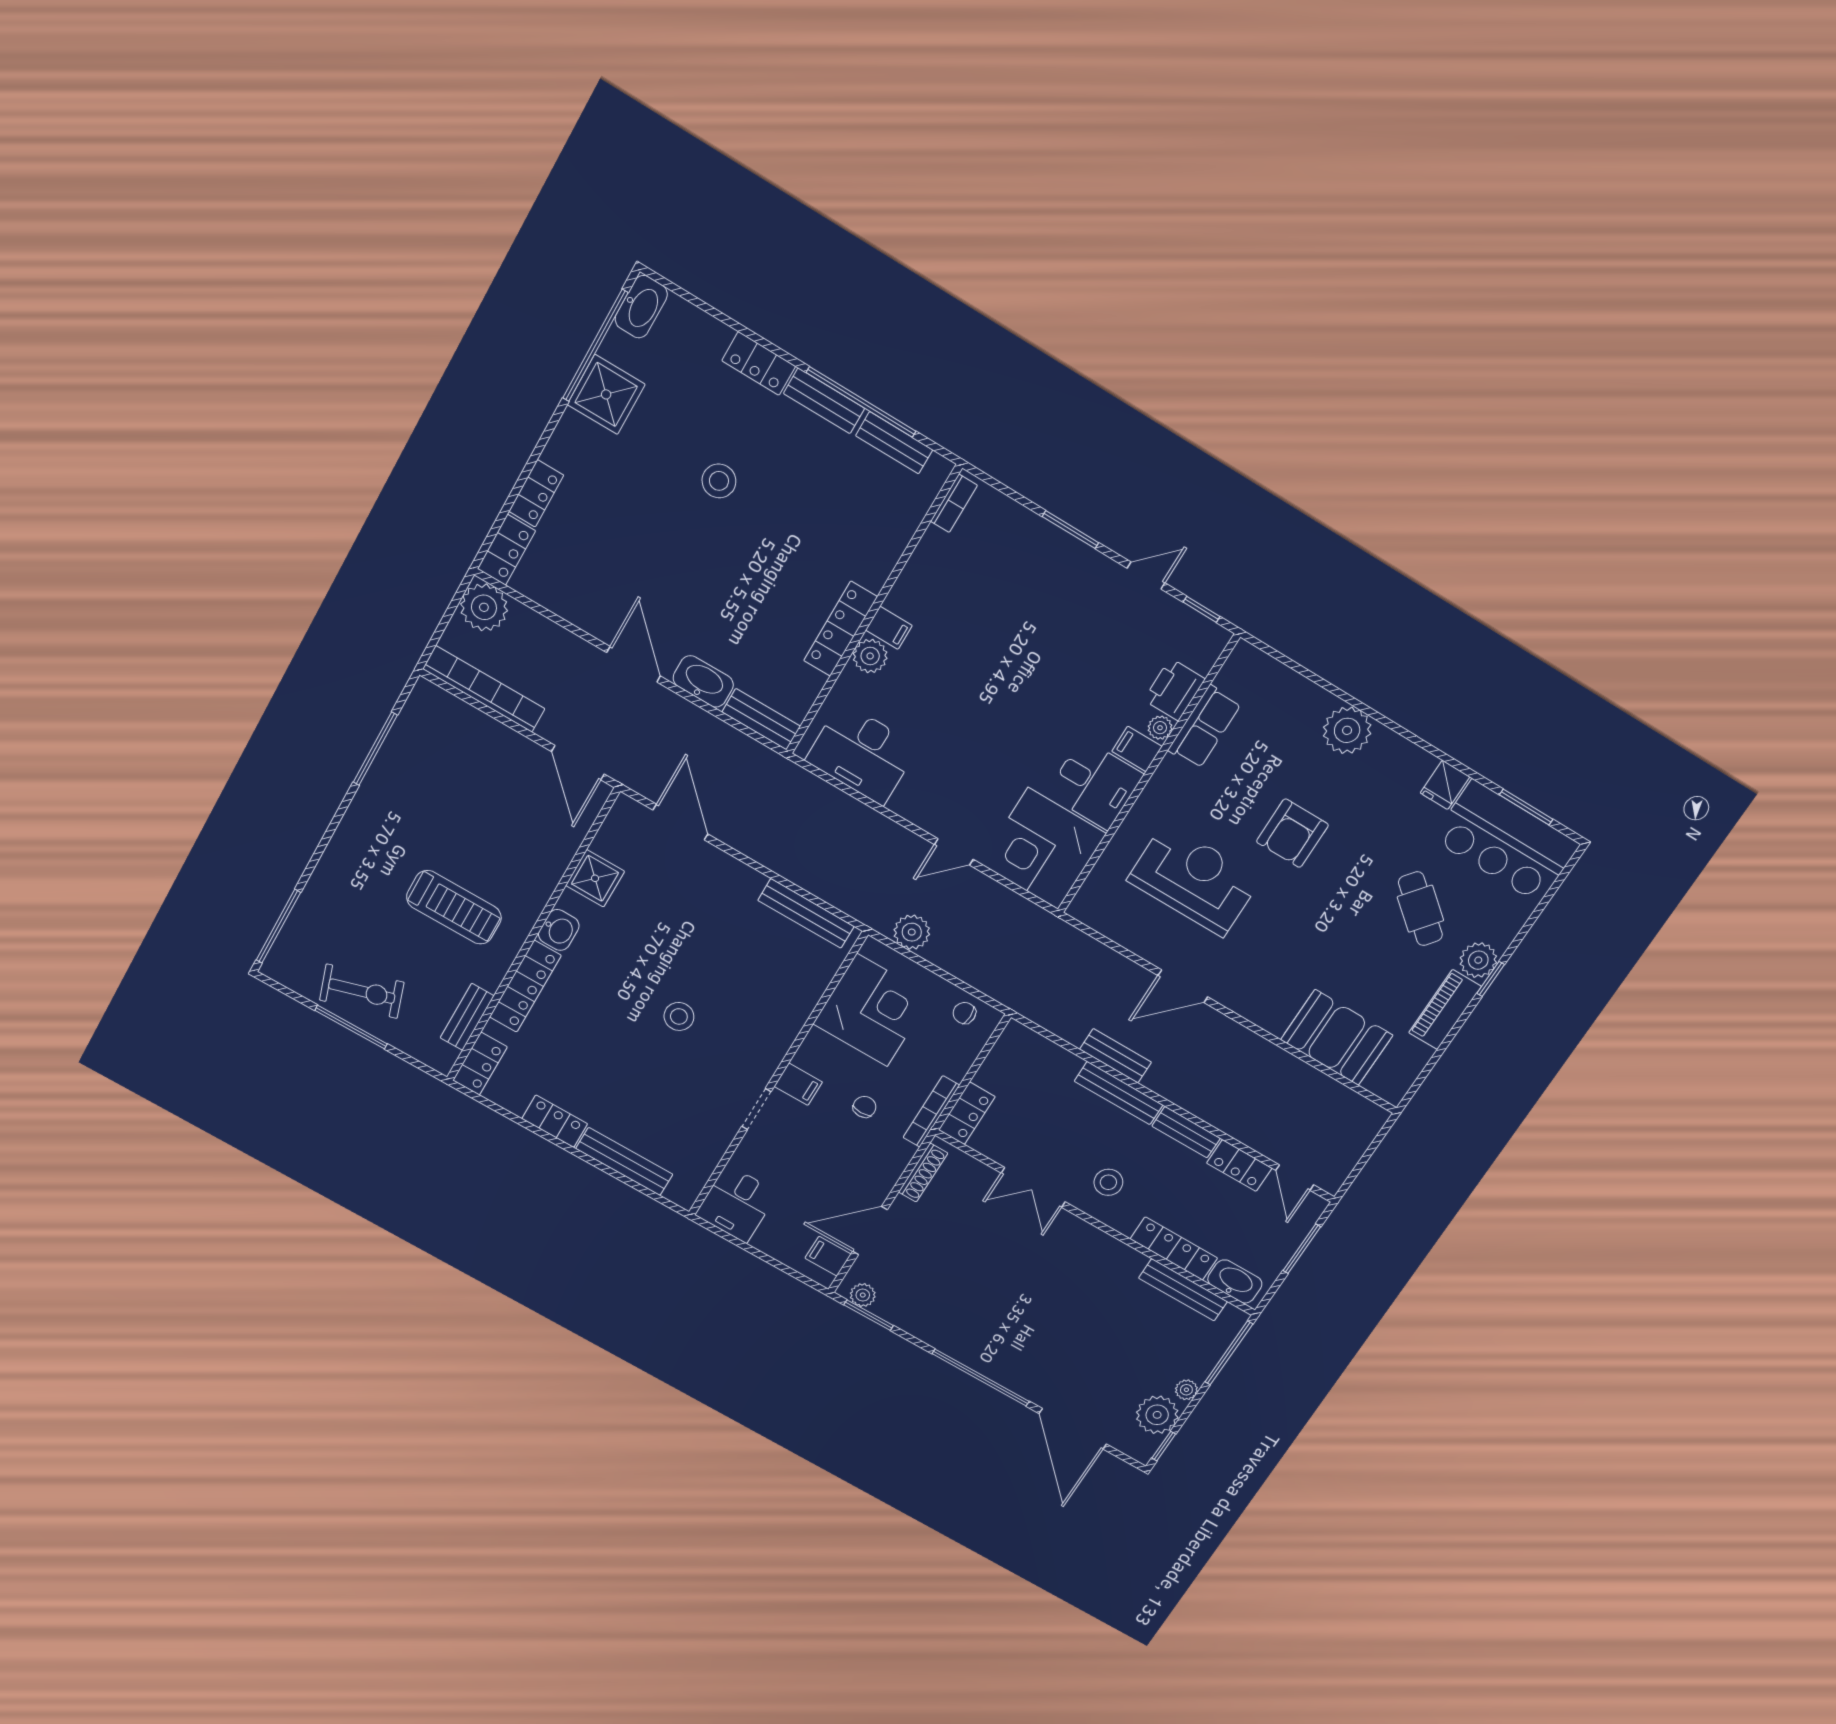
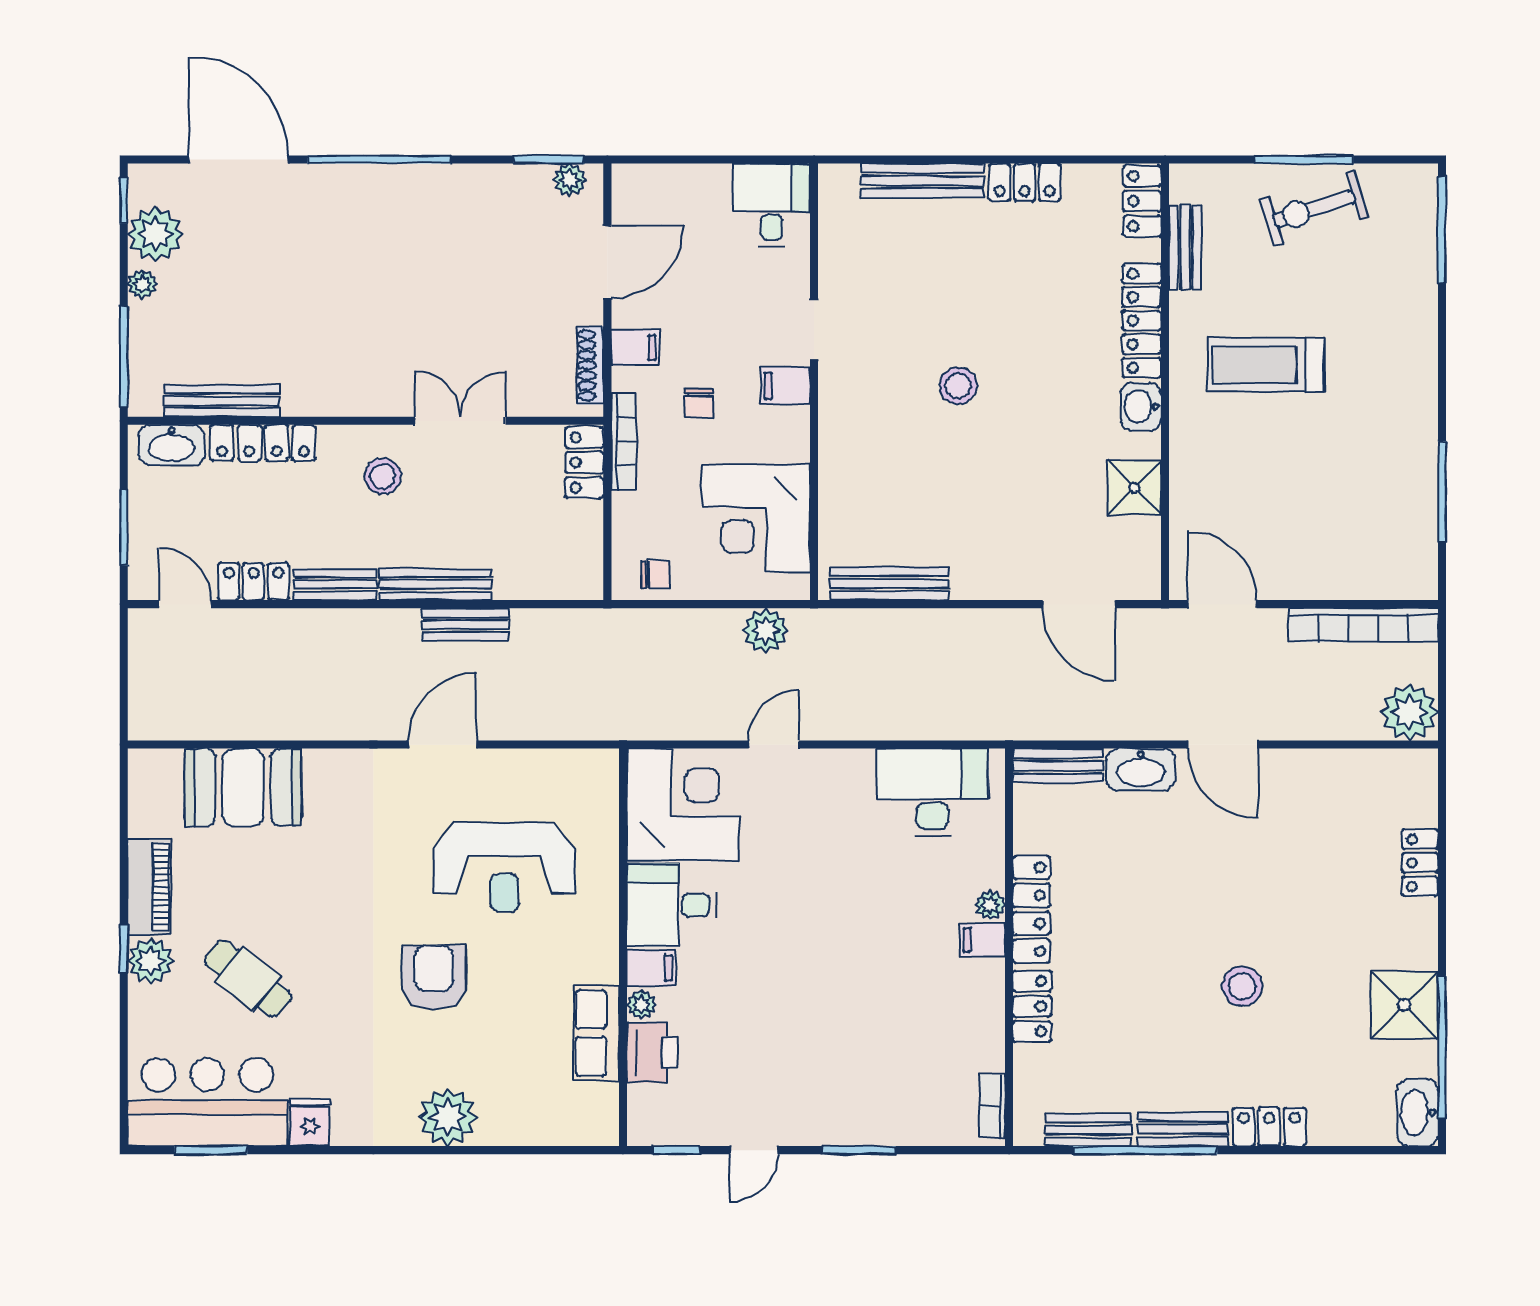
locker: (506, 550) -> (1032, 1006), moved, turned 180
plant: (870, 656) -> (990, 905), width x0.73, depth x0.73
filing cabinet: (828, 1256) -> (635, 347), moved

